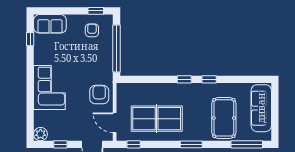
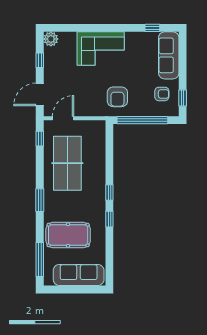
sofa: (50, 24) -> (169, 55), width x1.36
armchair: (99, 95) -> (117, 97), moved, turned 90

